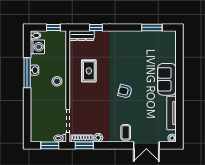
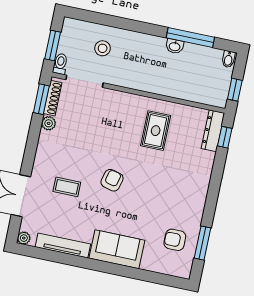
window: (96, 27) -> (225, 137), moved
armchair: (154, 45) -> (175, 240), added
washing machine: (37, 47) -> (210, 58), removed
rug: (89, 71) -> (156, 131), turned 90
window: (27, 73) -> (190, 38), moved
stool: (57, 81) -> (103, 48), moved
coffee table: (126, 132) -> (67, 187), moved

